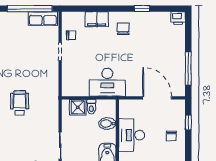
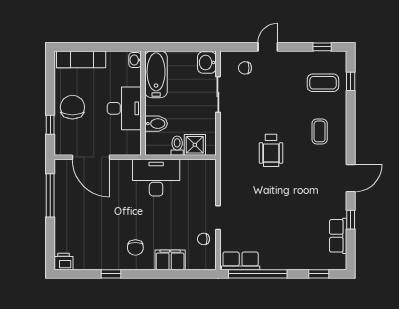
chair: (171, 136) -> (72, 107), width x1.87, depth x1.87

